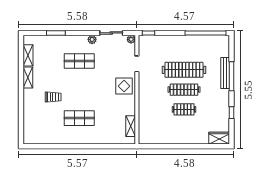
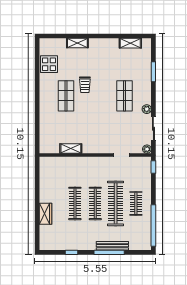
clothes rail: (184, 50) -> (136, 203), added
shelving: (28, 78) -> (77, 43), moved
display table: (124, 86) -> (49, 64), moved
trolley: (53, 97) -> (85, 85), moved
clothes rail: (184, 109) -> (75, 203), width x1.36
shelving: (131, 126) -> (71, 149), moved
wardrobe: (219, 138) -> (45, 214), moved

